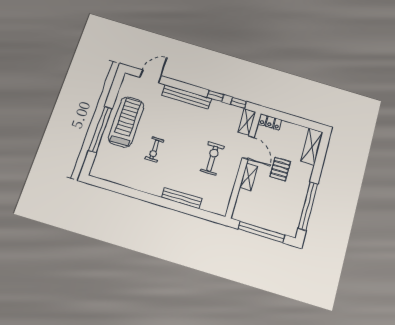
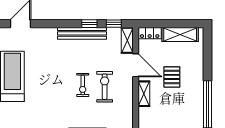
bench: (187, 97) -> (82, 33), moved
shelving: (312, 147) -> (180, 35), moved, turned 90
exercise bike: (155, 149) -> (83, 85), moved

